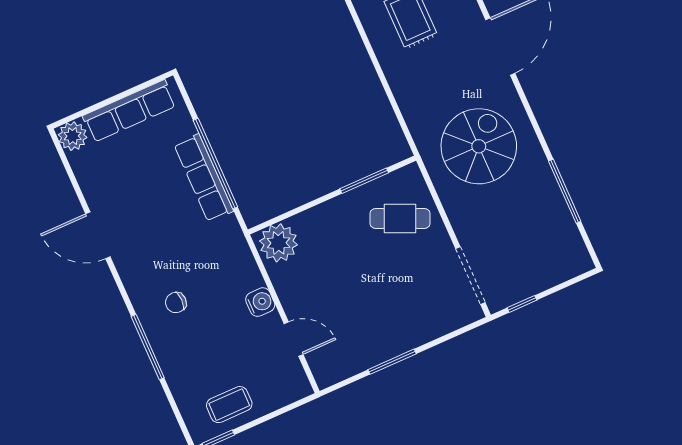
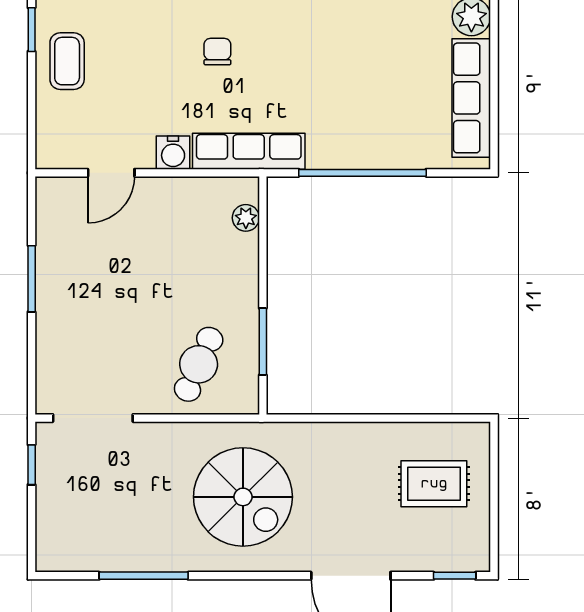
row of seats: (204, 178) -> (249, 151), moved
plant: (279, 243) -> (246, 218), width x0.53, depth x0.53

